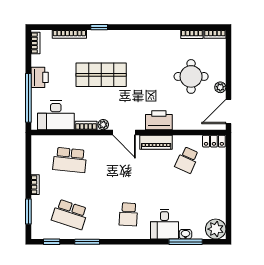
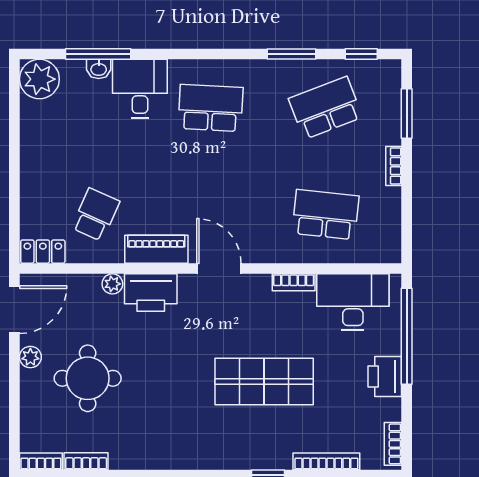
plant: (103, 125) -> (112, 284), moved
school desk: (70, 214) -> (326, 108), turned -39
school desk: (128, 214) -> (211, 108), width x1.85

